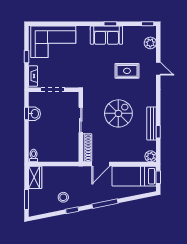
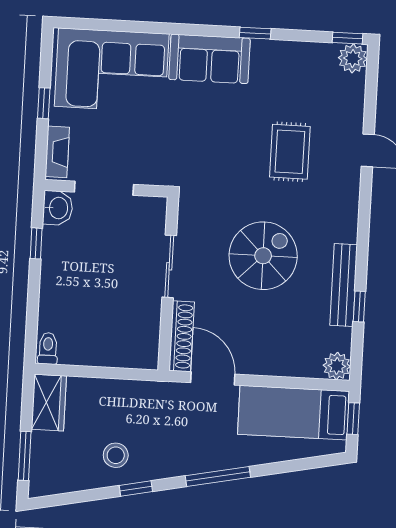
sofa: (106, 35) -> (209, 59), moved
plant: (150, 43) -> (353, 58), moved
rug: (127, 71) -> (290, 152), turned 90
washbasin: (34, 114) -> (58, 208), moved
door: (101, 164) -> (213, 378), swing flipped

